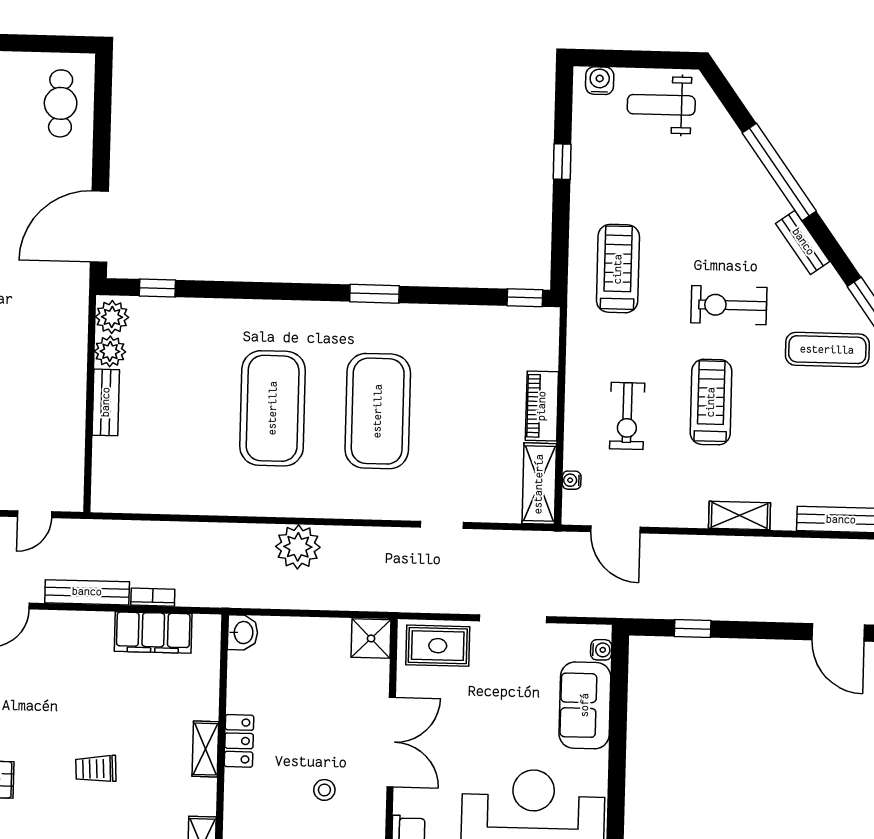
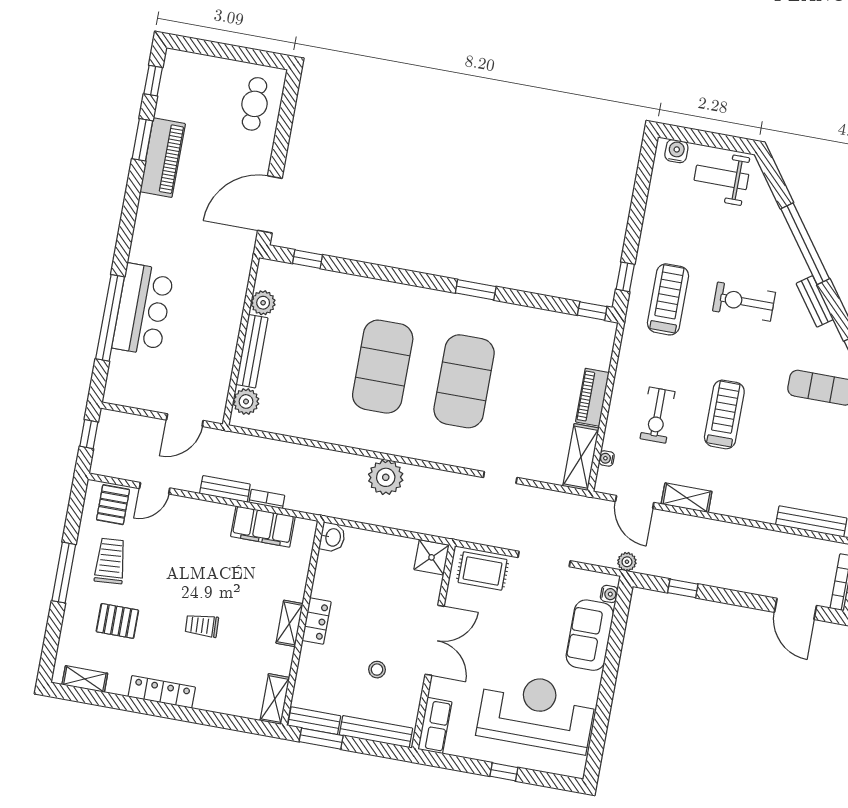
window: (562, 162) -> (625, 277), moved
exercise bike: (729, 305) -> (744, 302), moved
plant: (112, 317) -> (246, 401), moved
bench: (106, 402) -> (252, 351), width x1.36
door: (35, 514) -> (185, 420), width x1.38
shelving: (739, 516) -> (687, 498), moved
bench: (87, 592) -> (225, 489), width x0.73
plant: (617, 606) -> (627, 562), added

